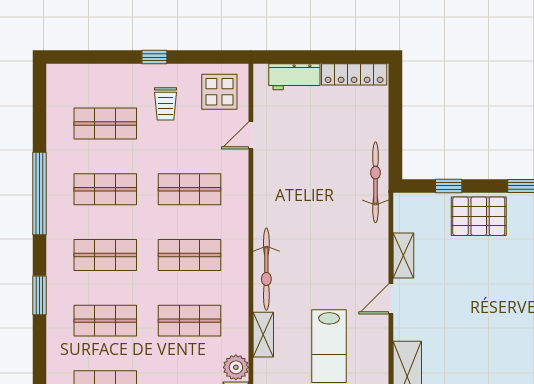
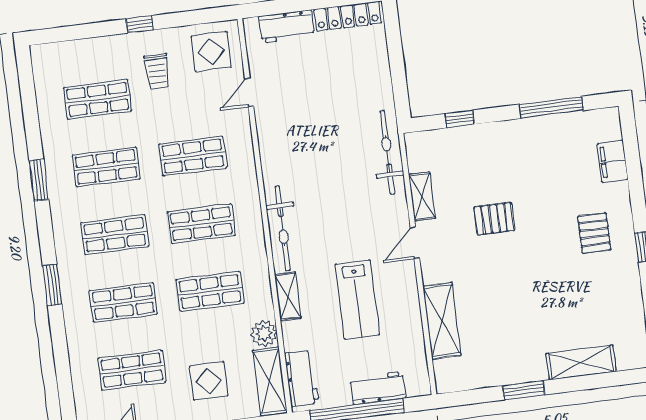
bicycle: (375, 182) -> (387, 153), moved
window: (40, 193) -> (39, 180), width x0.47
pallet: (479, 216) -> (494, 219), moved, width x0.67, depth x0.71

